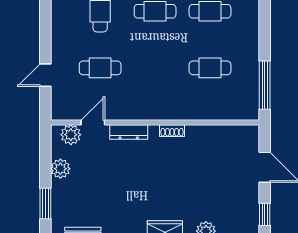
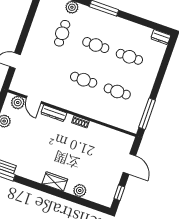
cafe table: (100, 68) -> (84, 80), moved
door: (93, 123) -> (34, 100), swing flipped

